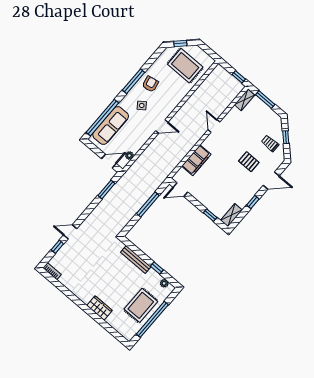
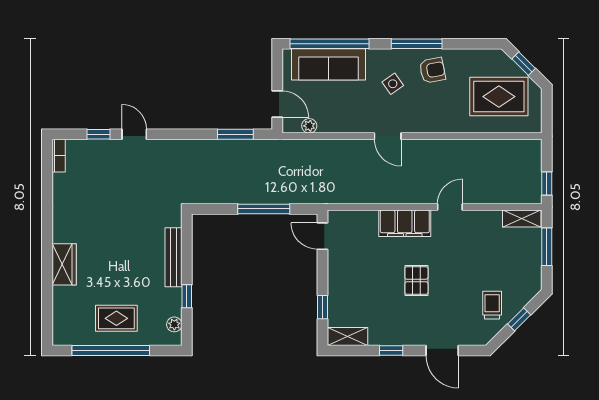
rug: (185, 66) -> (499, 97), turned 90
filing cabinet: (196, 160) -> (405, 223), moved
pallet: (249, 162) -> (416, 281), moved
rug: (141, 305) -> (116, 318), width x0.73, depth x0.70

